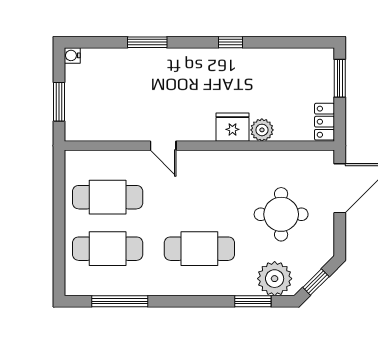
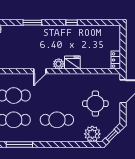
window: (340, 78) -> (123, 40), removed
plant: (262, 130) -> (59, 64), moved
door: (163, 146) -> (40, 71), hinge flipped
window: (253, 301) -> (82, 145), removed

